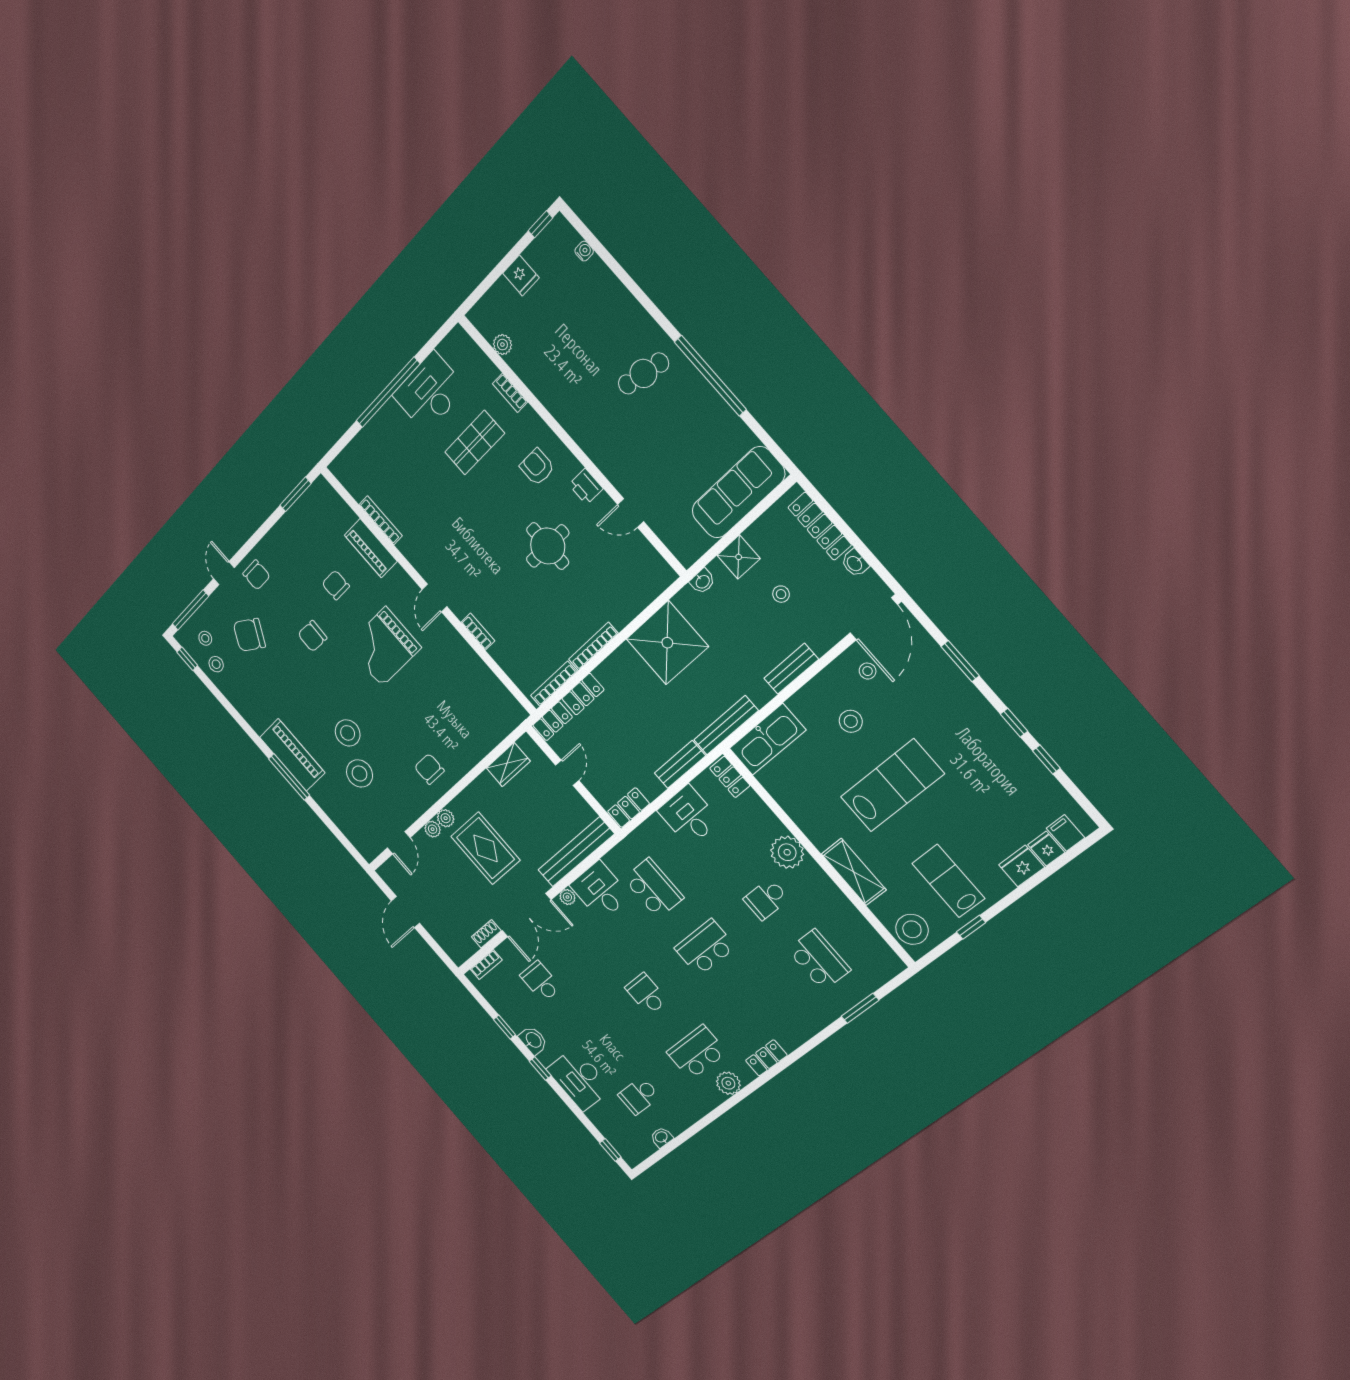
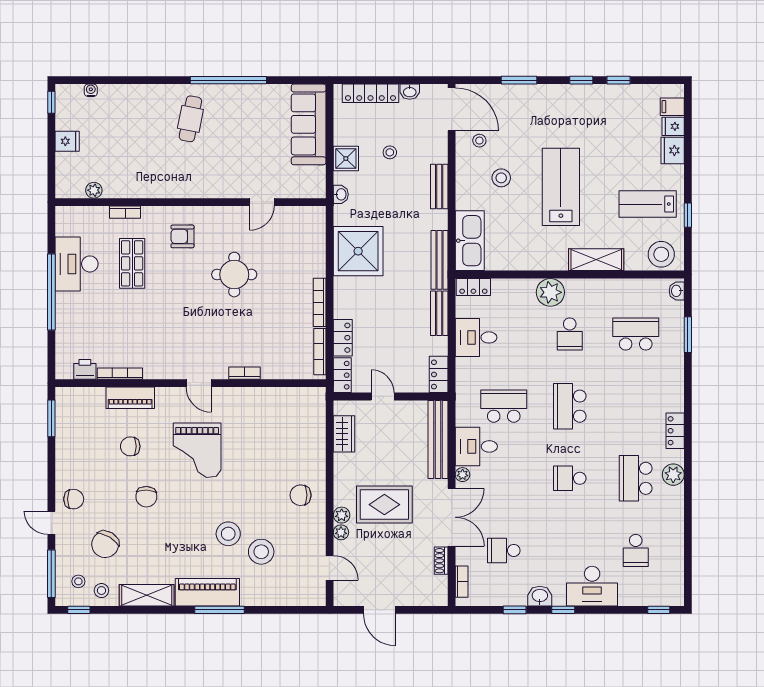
printer: (586, 487) -> (85, 369), moved, turned 180
shelving: (246, 706) -> (147, 595), added
washbasin: (662, 1137) -> (677, 291), moved

